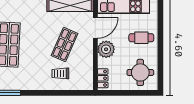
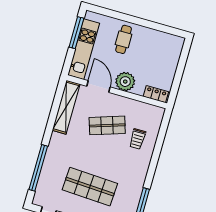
shop shelf: (64, 45) -> (107, 125), turned -42
round table: (140, 72) -> (161, 51), removed

